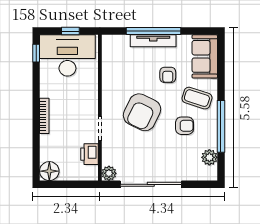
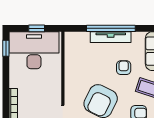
armchair: (168, 75) -> (124, 68), turned 180

